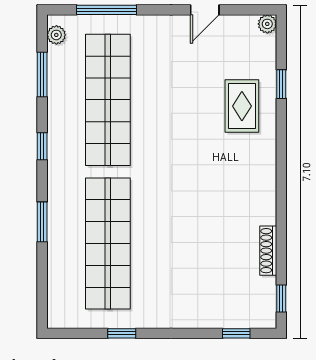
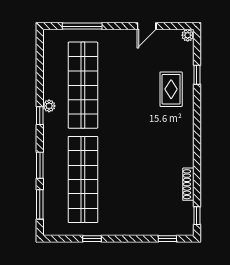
plant: (56, 35) -> (49, 106), moved
window: (42, 75) -> (40, 204), moved

